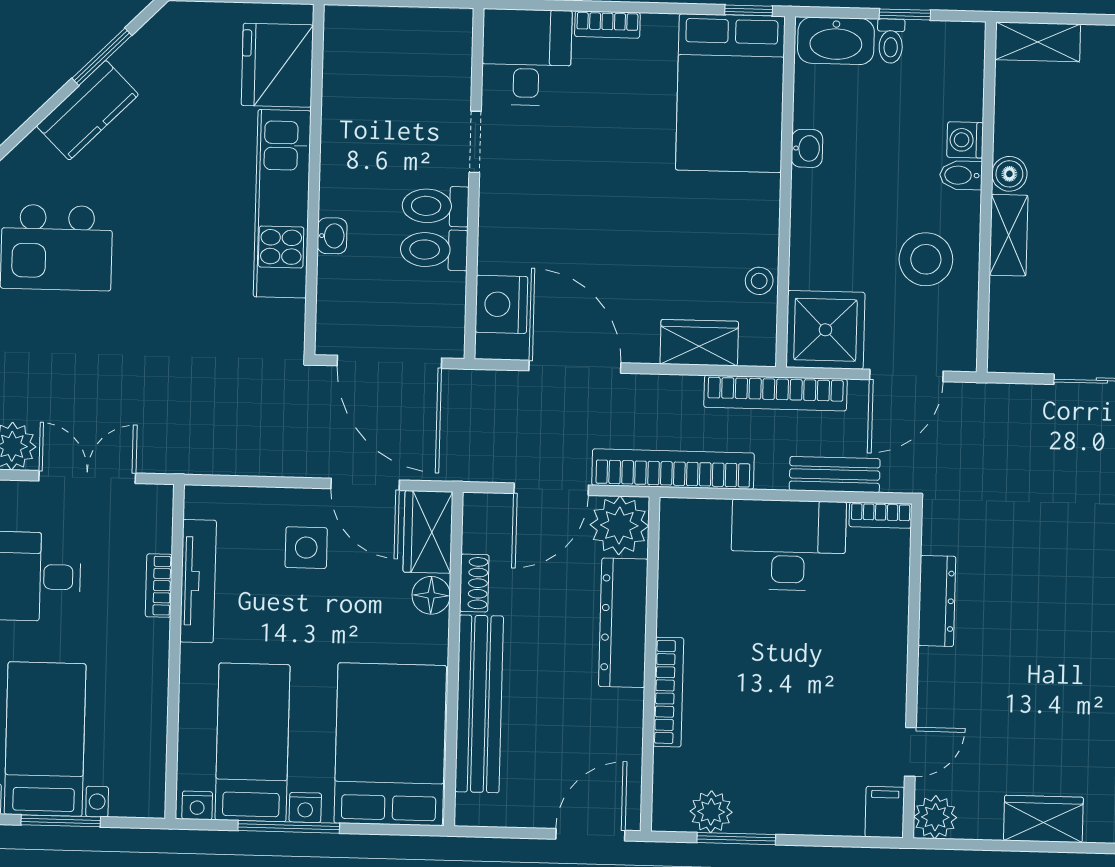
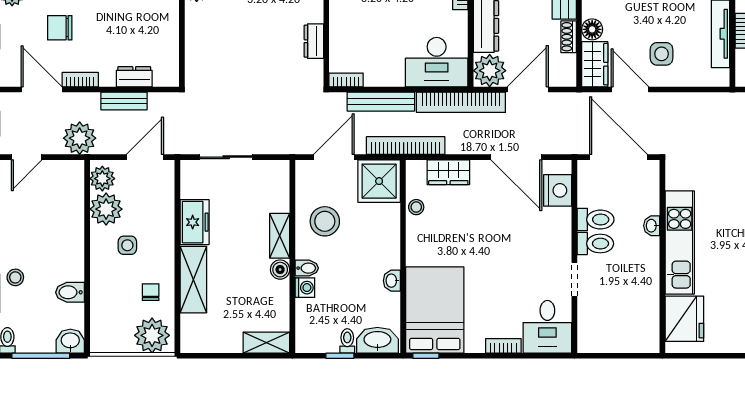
bench: (835, 475) -> (381, 102), width x1.36
desk: (788, 545) -> (437, 62), moved
dresser: (937, 601) -> (314, 41), width x0.70

